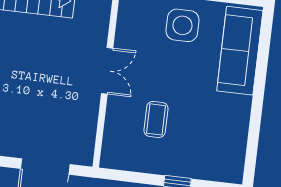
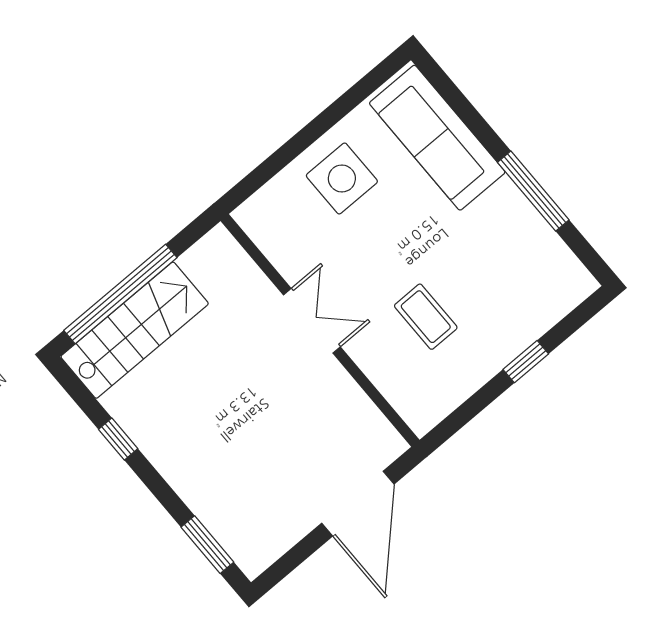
window: (256, 115) -> (533, 191), added

